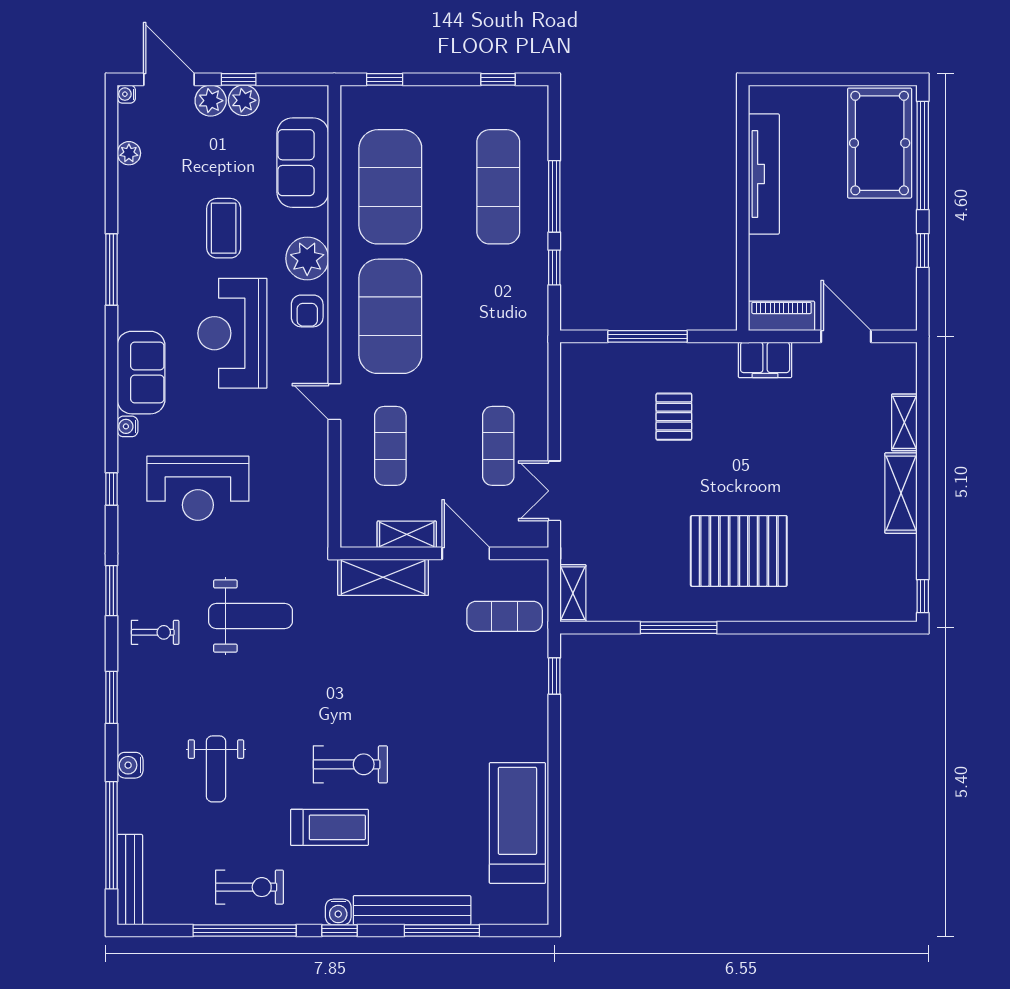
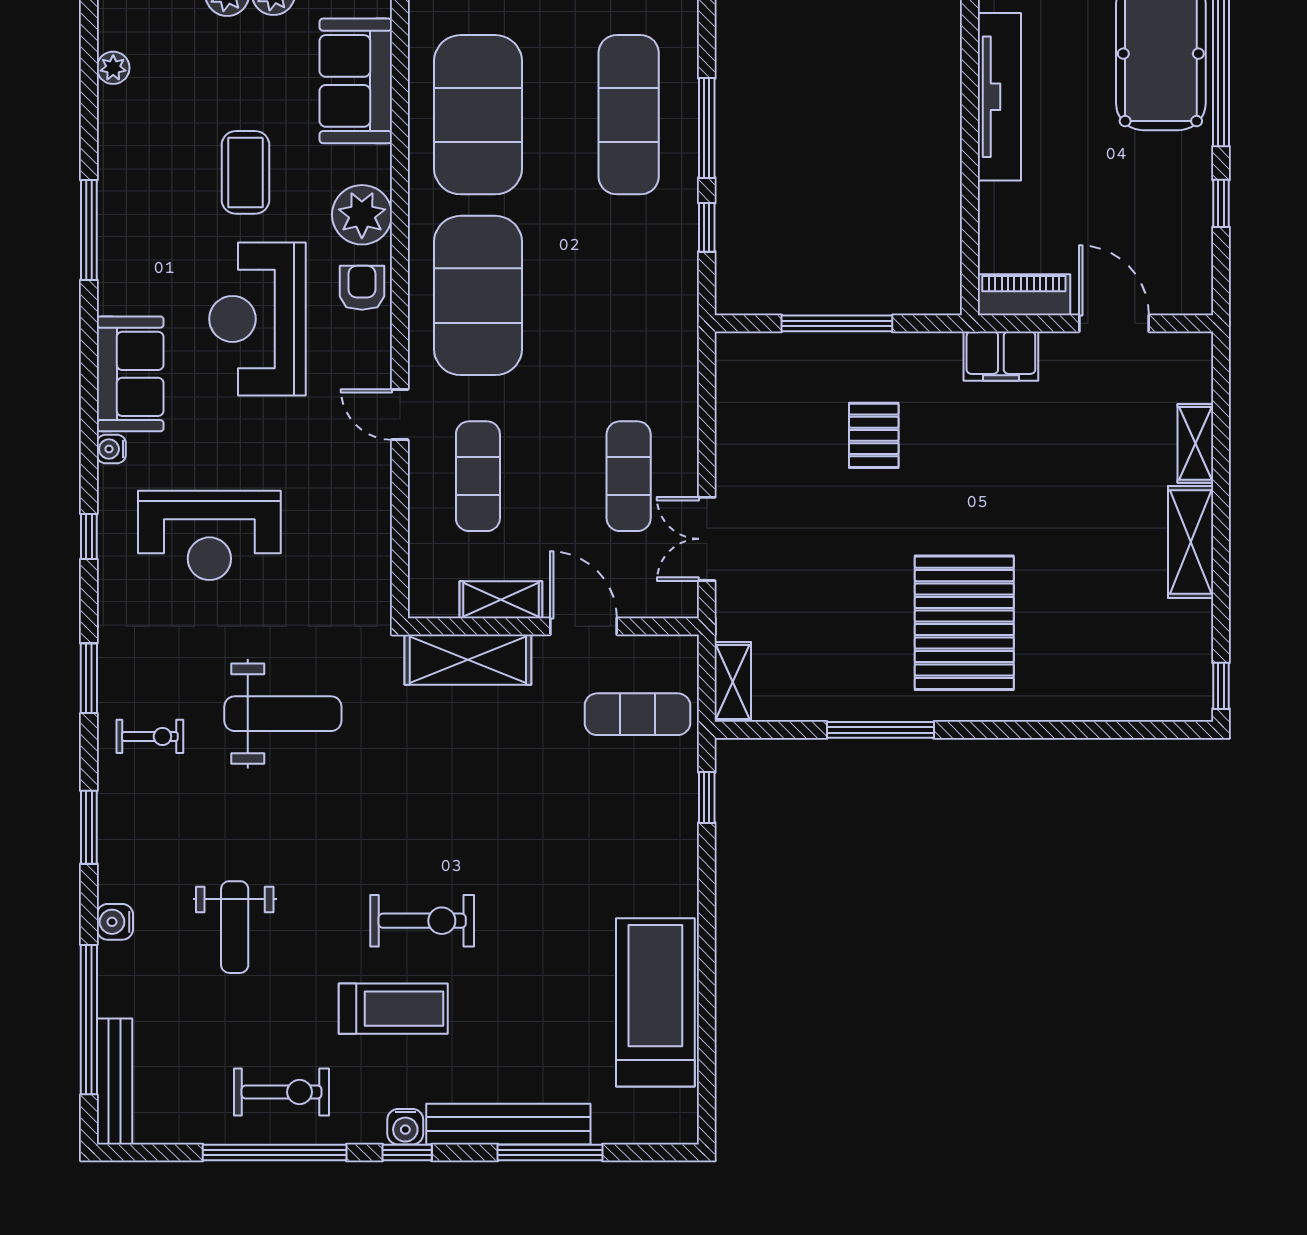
armchair: (307, 311) -> (362, 288), turned 180
pallet: (739, 551) -> (964, 623), turned 90

